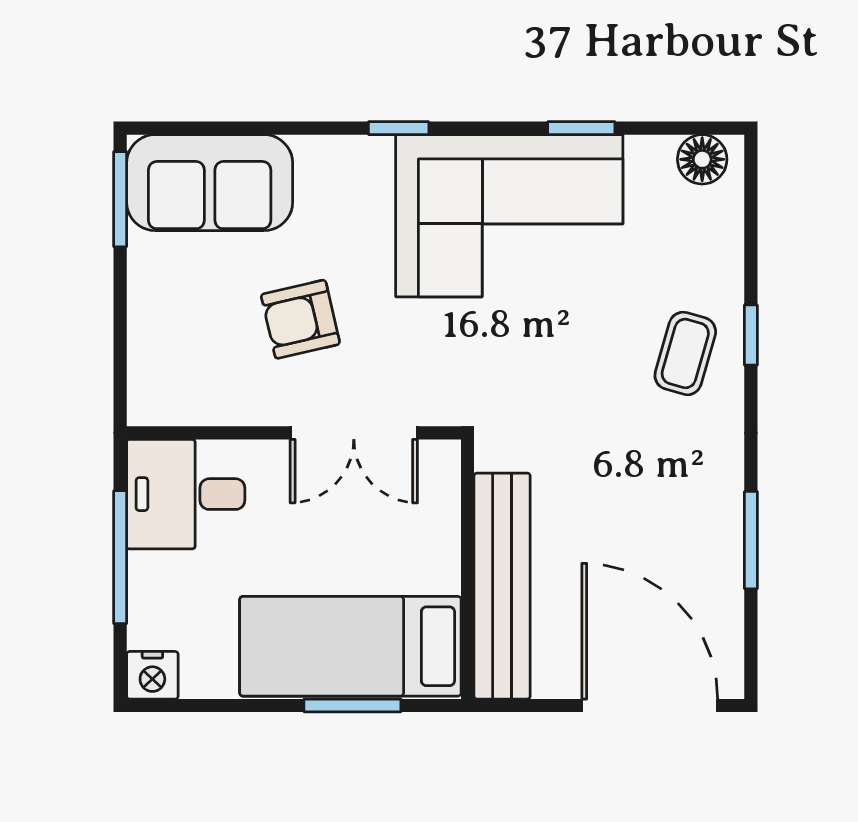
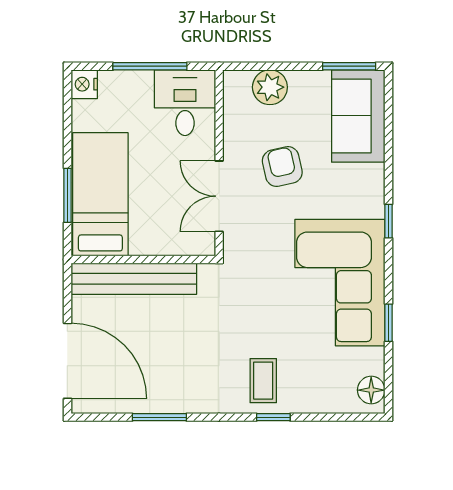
plant: (158, 341) -> (270, 87), added
coffee table: (685, 353) -> (263, 381), turned 74
door: (650, 705) -> (67, 361), hinge flipped

